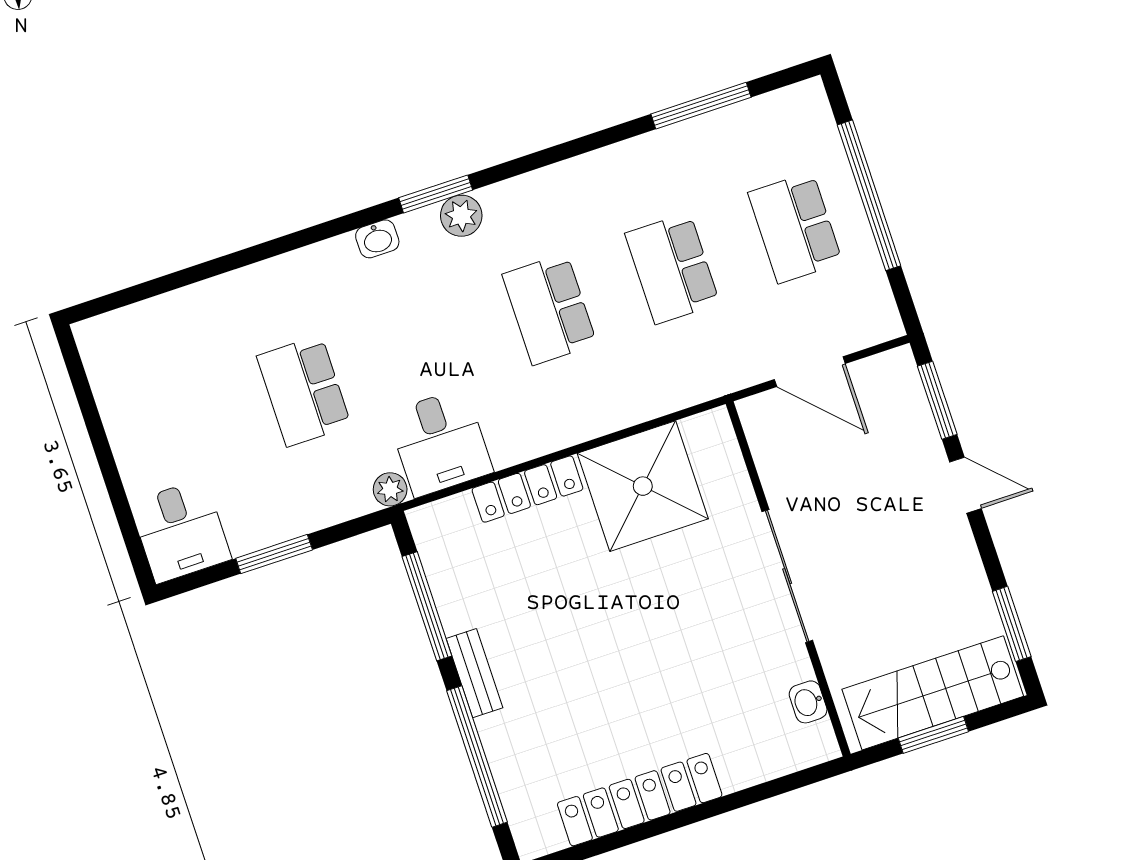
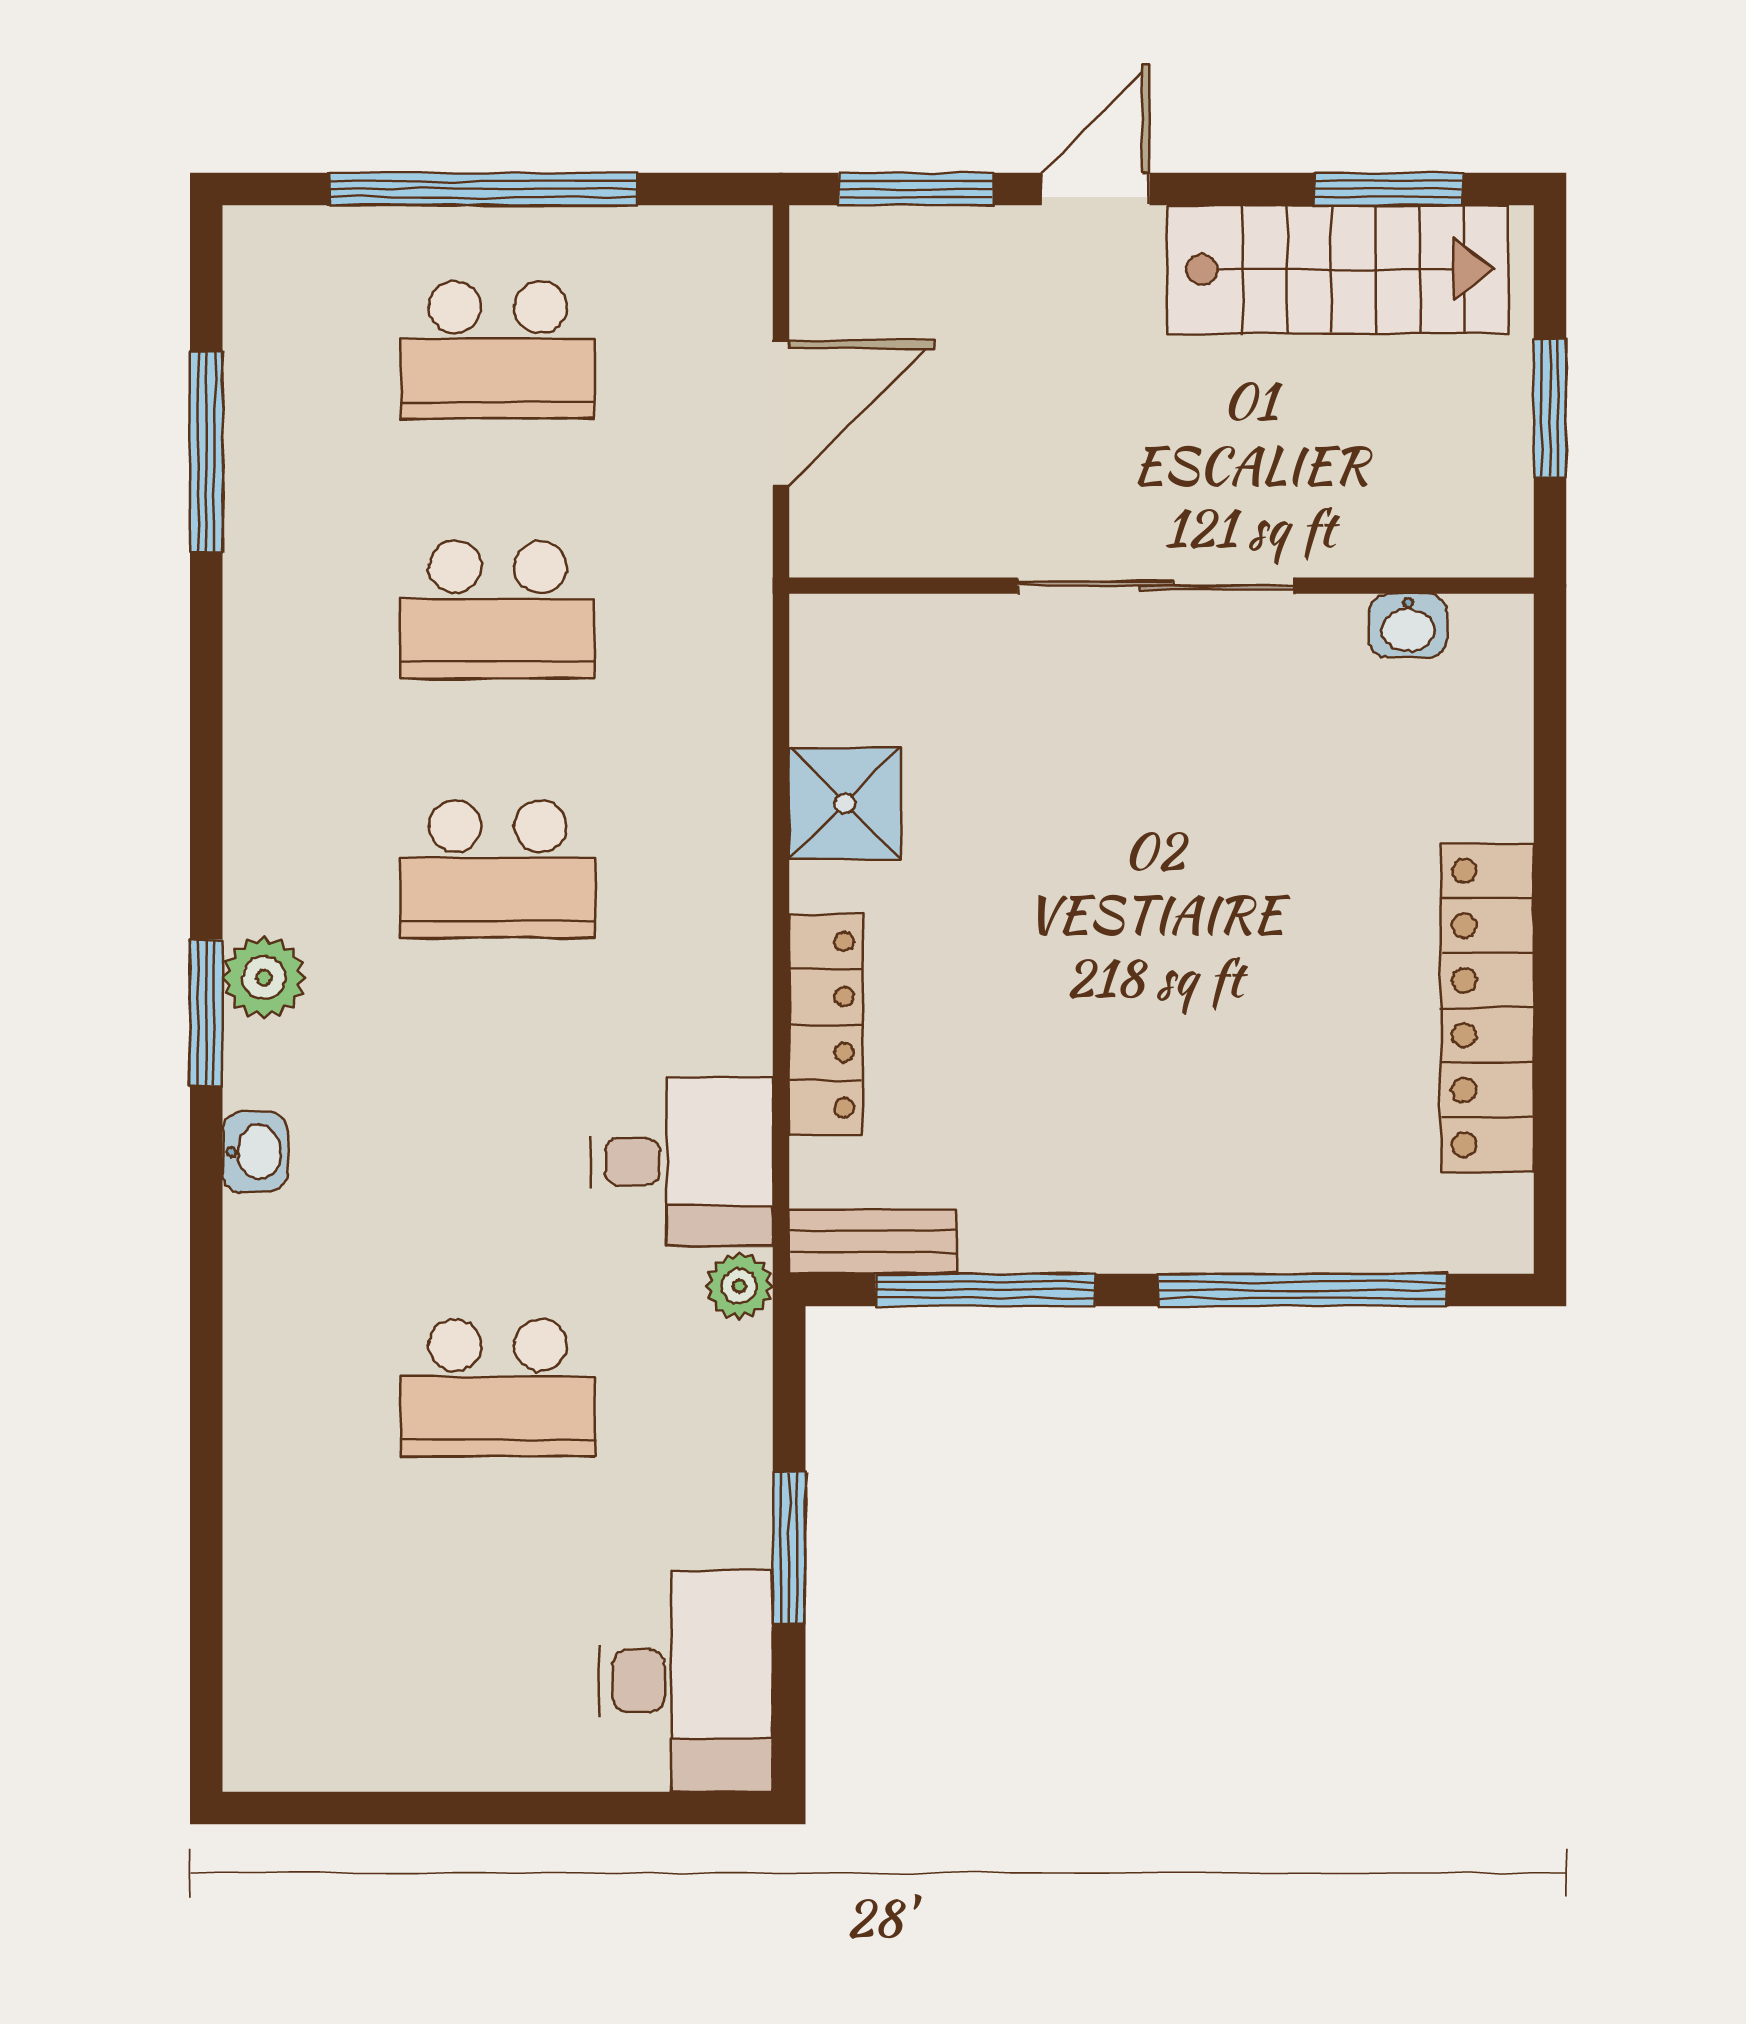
shower: (643, 486) -> (845, 803), width x0.54, depth x0.54
desk: (180, 531) -> (686, 1681), width x1.37
bench: (475, 673) -> (873, 1242), moved
stairs: (933, 693) -> (1338, 269), moved, turned -90

